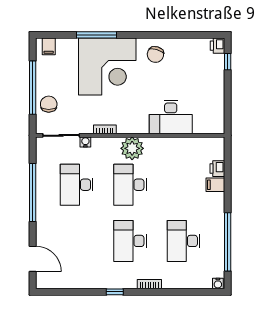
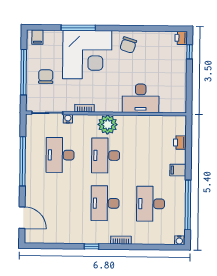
chair: (49, 104) -> (46, 77), moved
filing cabinet: (215, 185) -> (178, 170), moved

